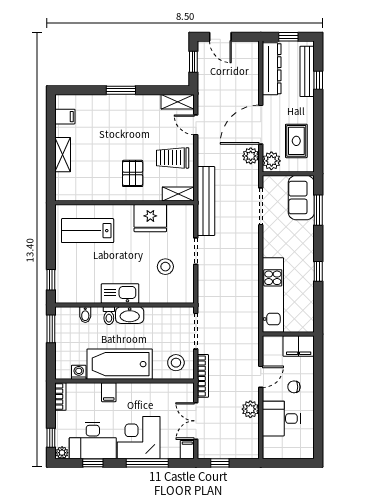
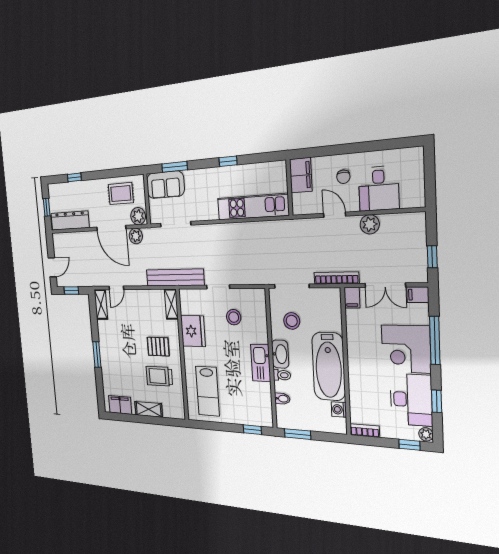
bench: (307, 71) -> (69, 188), removed
filing cabinet: (65, 117) -> (120, 405), width x2.00
trolley: (173, 158) -> (159, 376), moved, turned 90
stool: (176, 363) -> (292, 321), moved
filing cabinet: (109, 392) -> (352, 298), moved, turned 90

